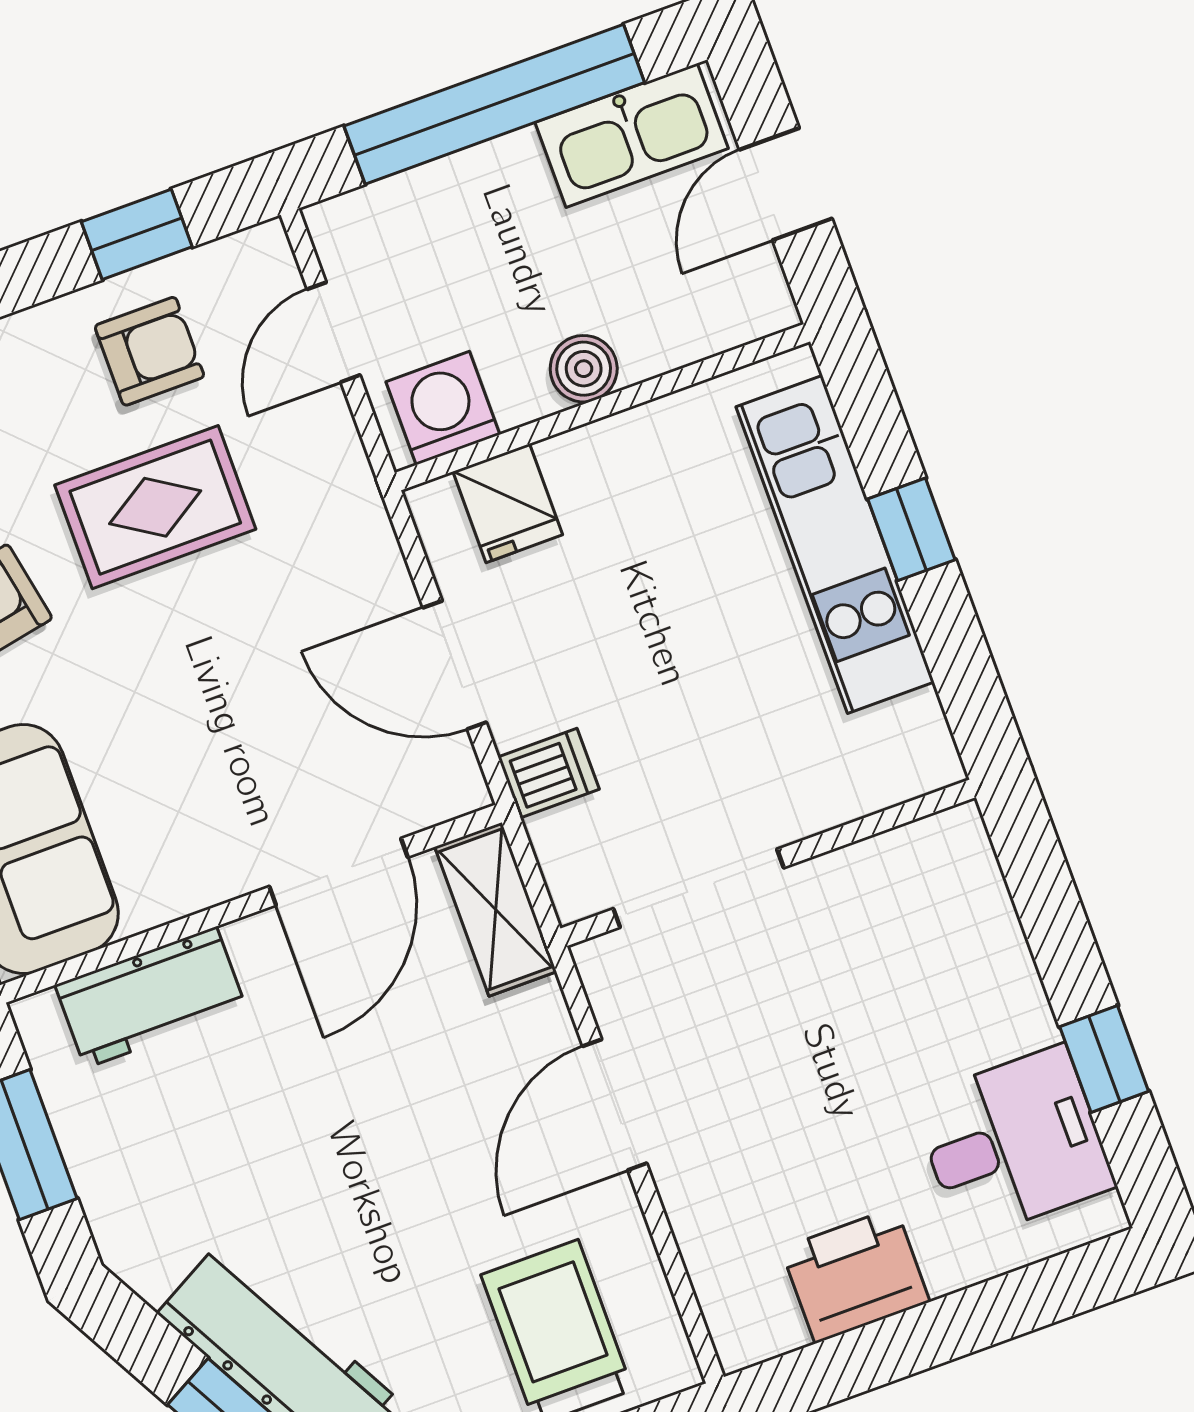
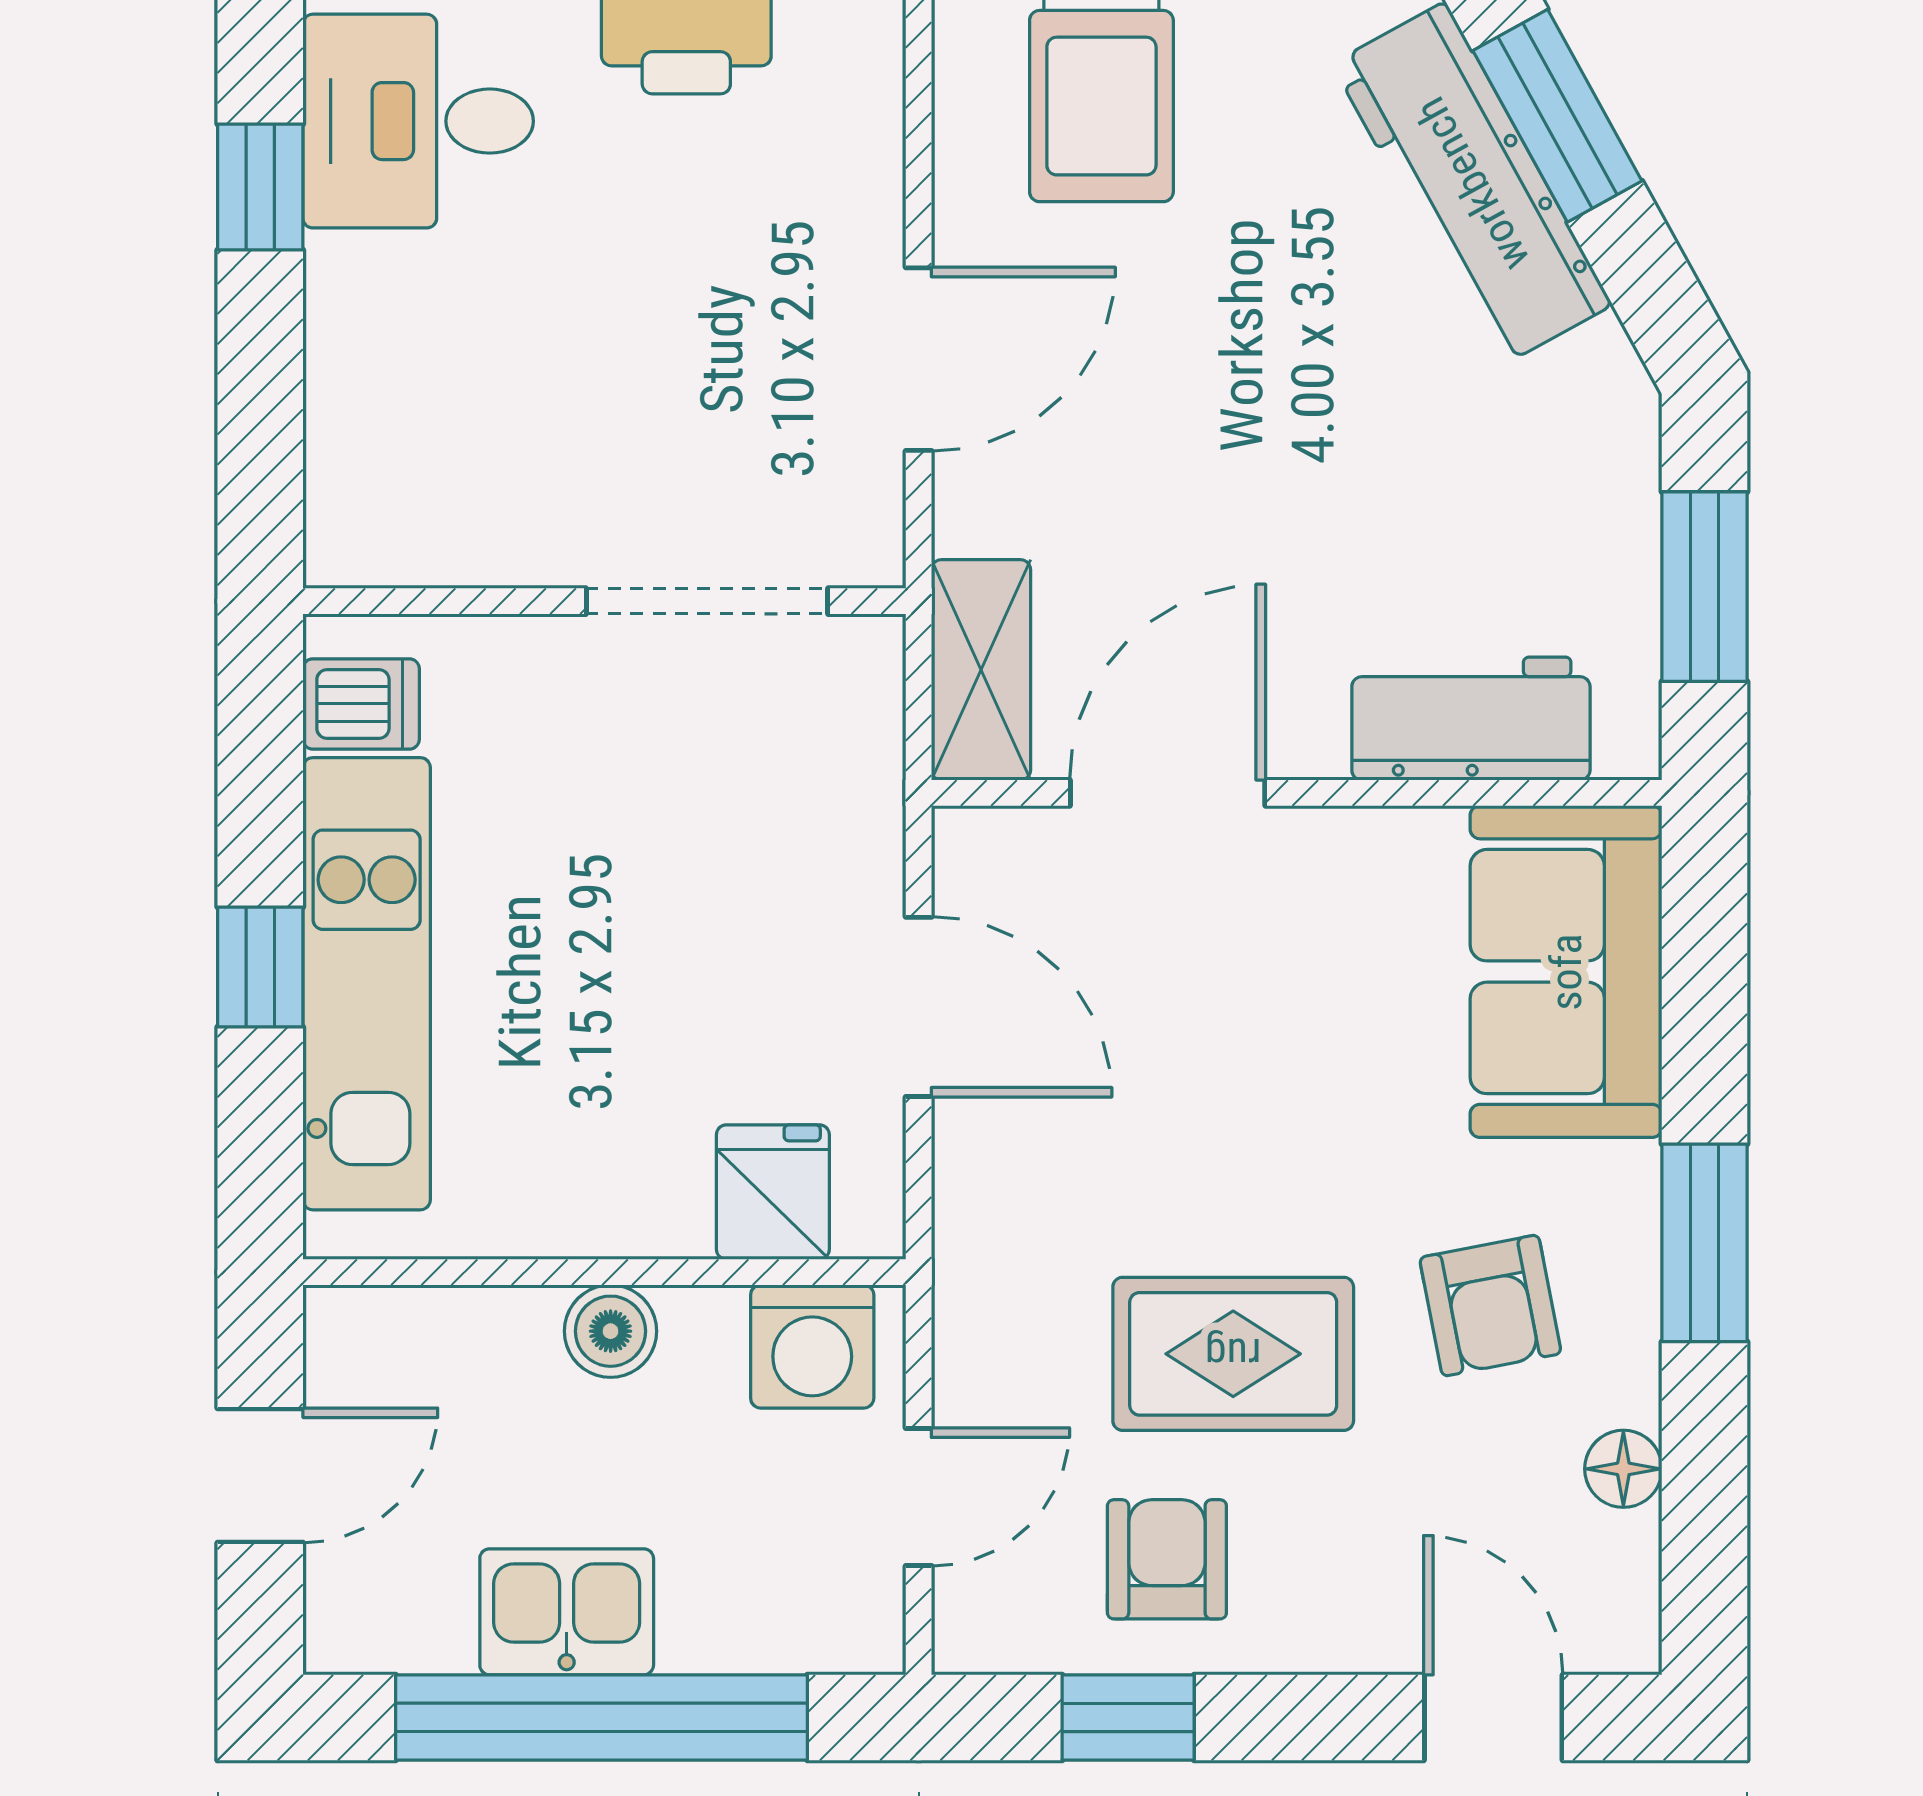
kitchen sink: (632, 135) -> (567, 1612), moved, width x0.73
armchair: (149, 351) -> (1167, 1559), turned 90
dishwasher: (549, 773) -> (361, 704), moved, turned 180

